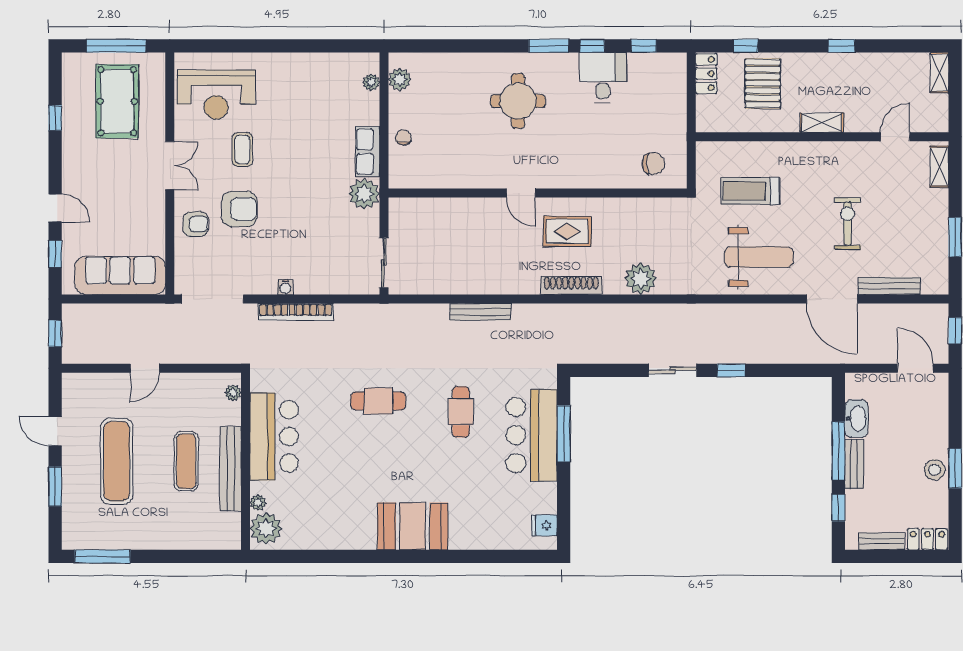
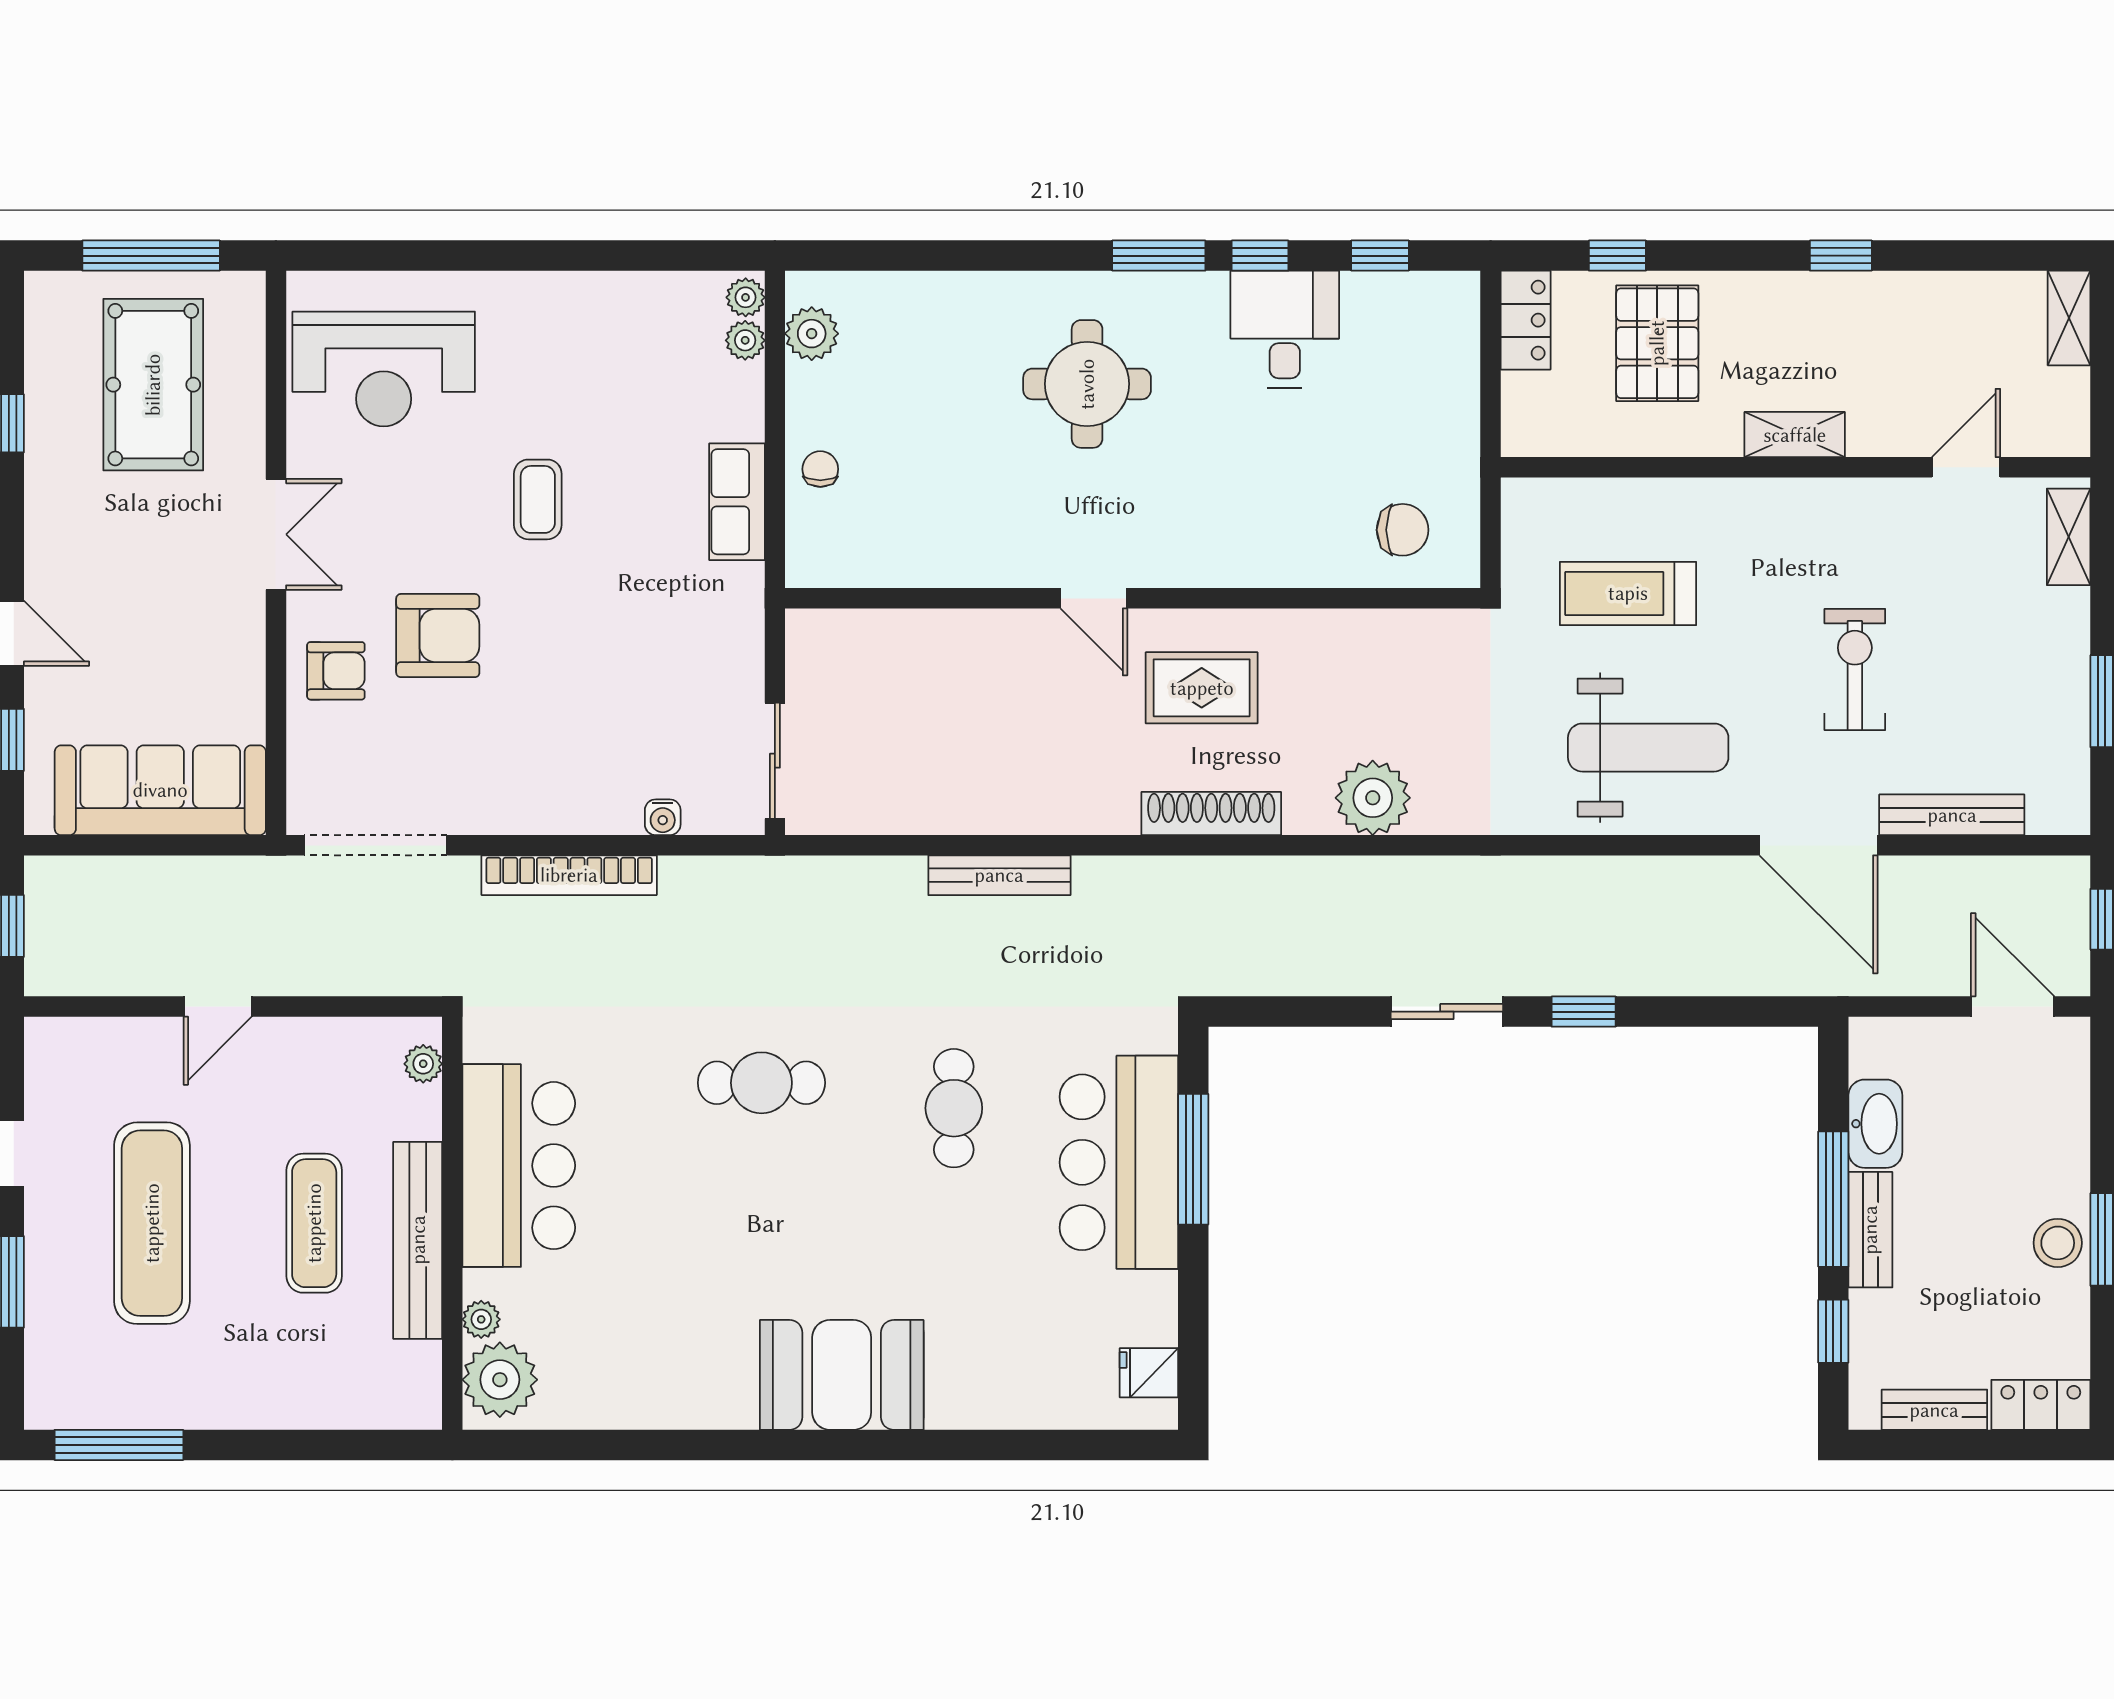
coffee table: (242, 150) -> (538, 499), moved
plant: (364, 194) -> (746, 297), moved, width x0.53, depth x0.53
water cooler: (285, 287) -> (663, 817), moved

